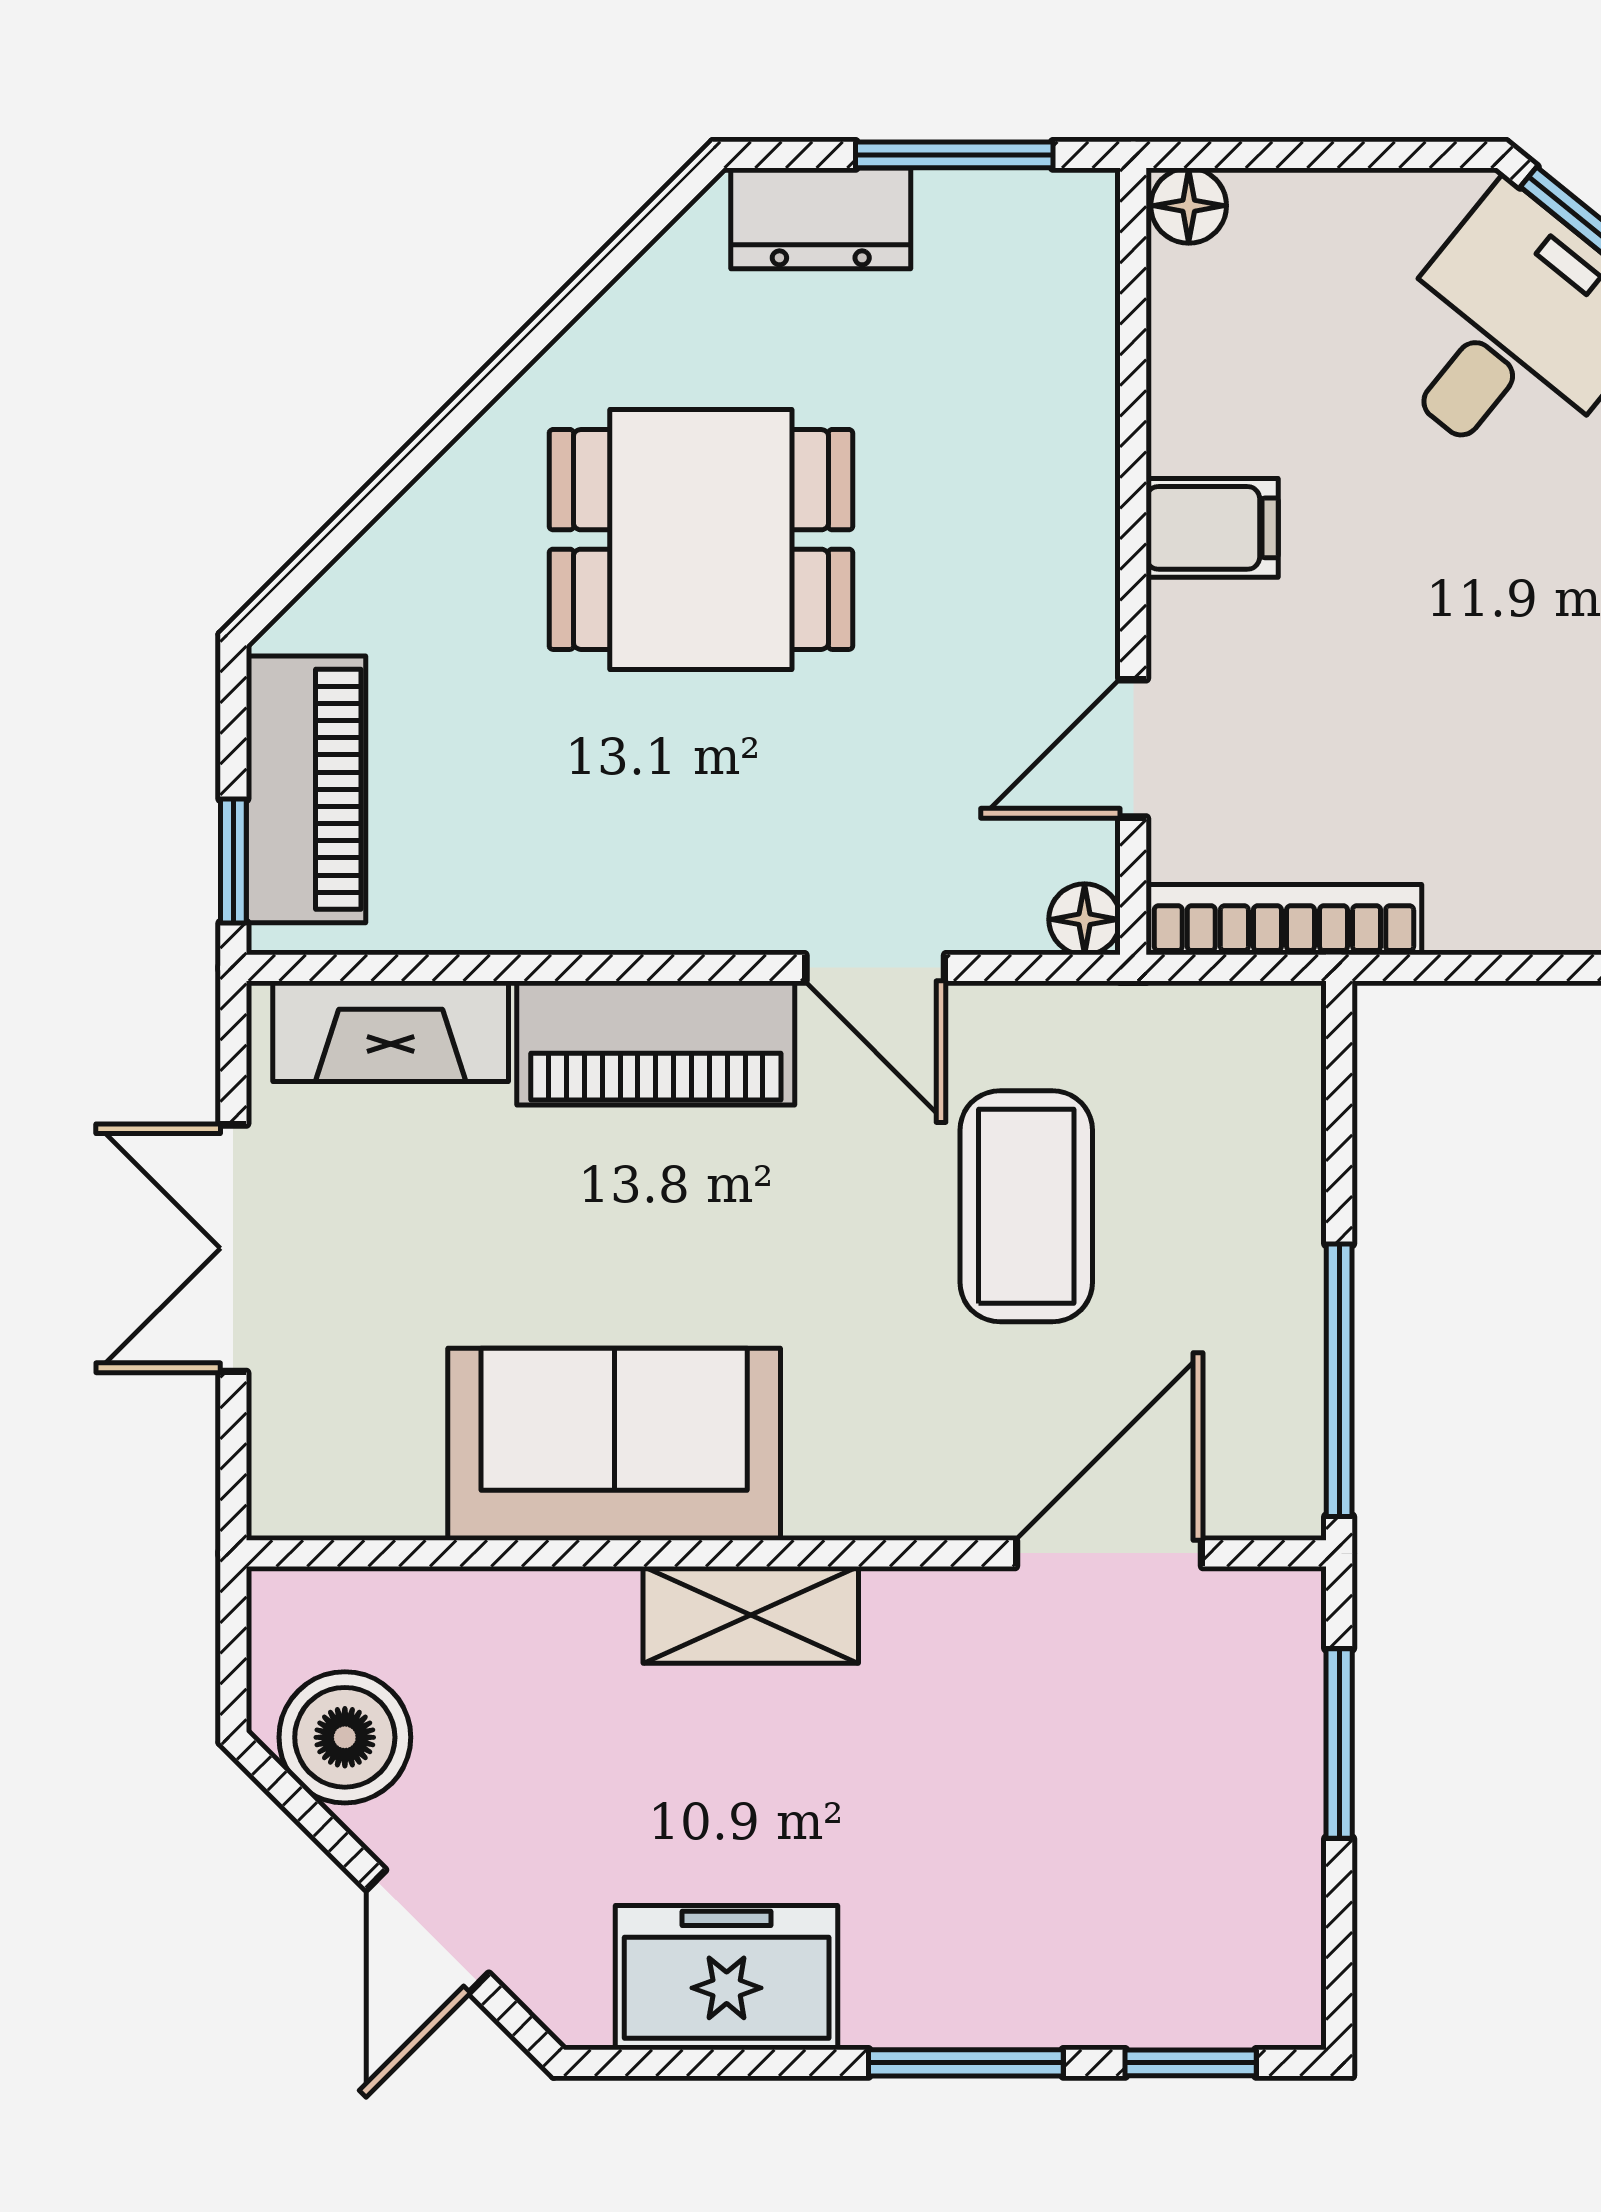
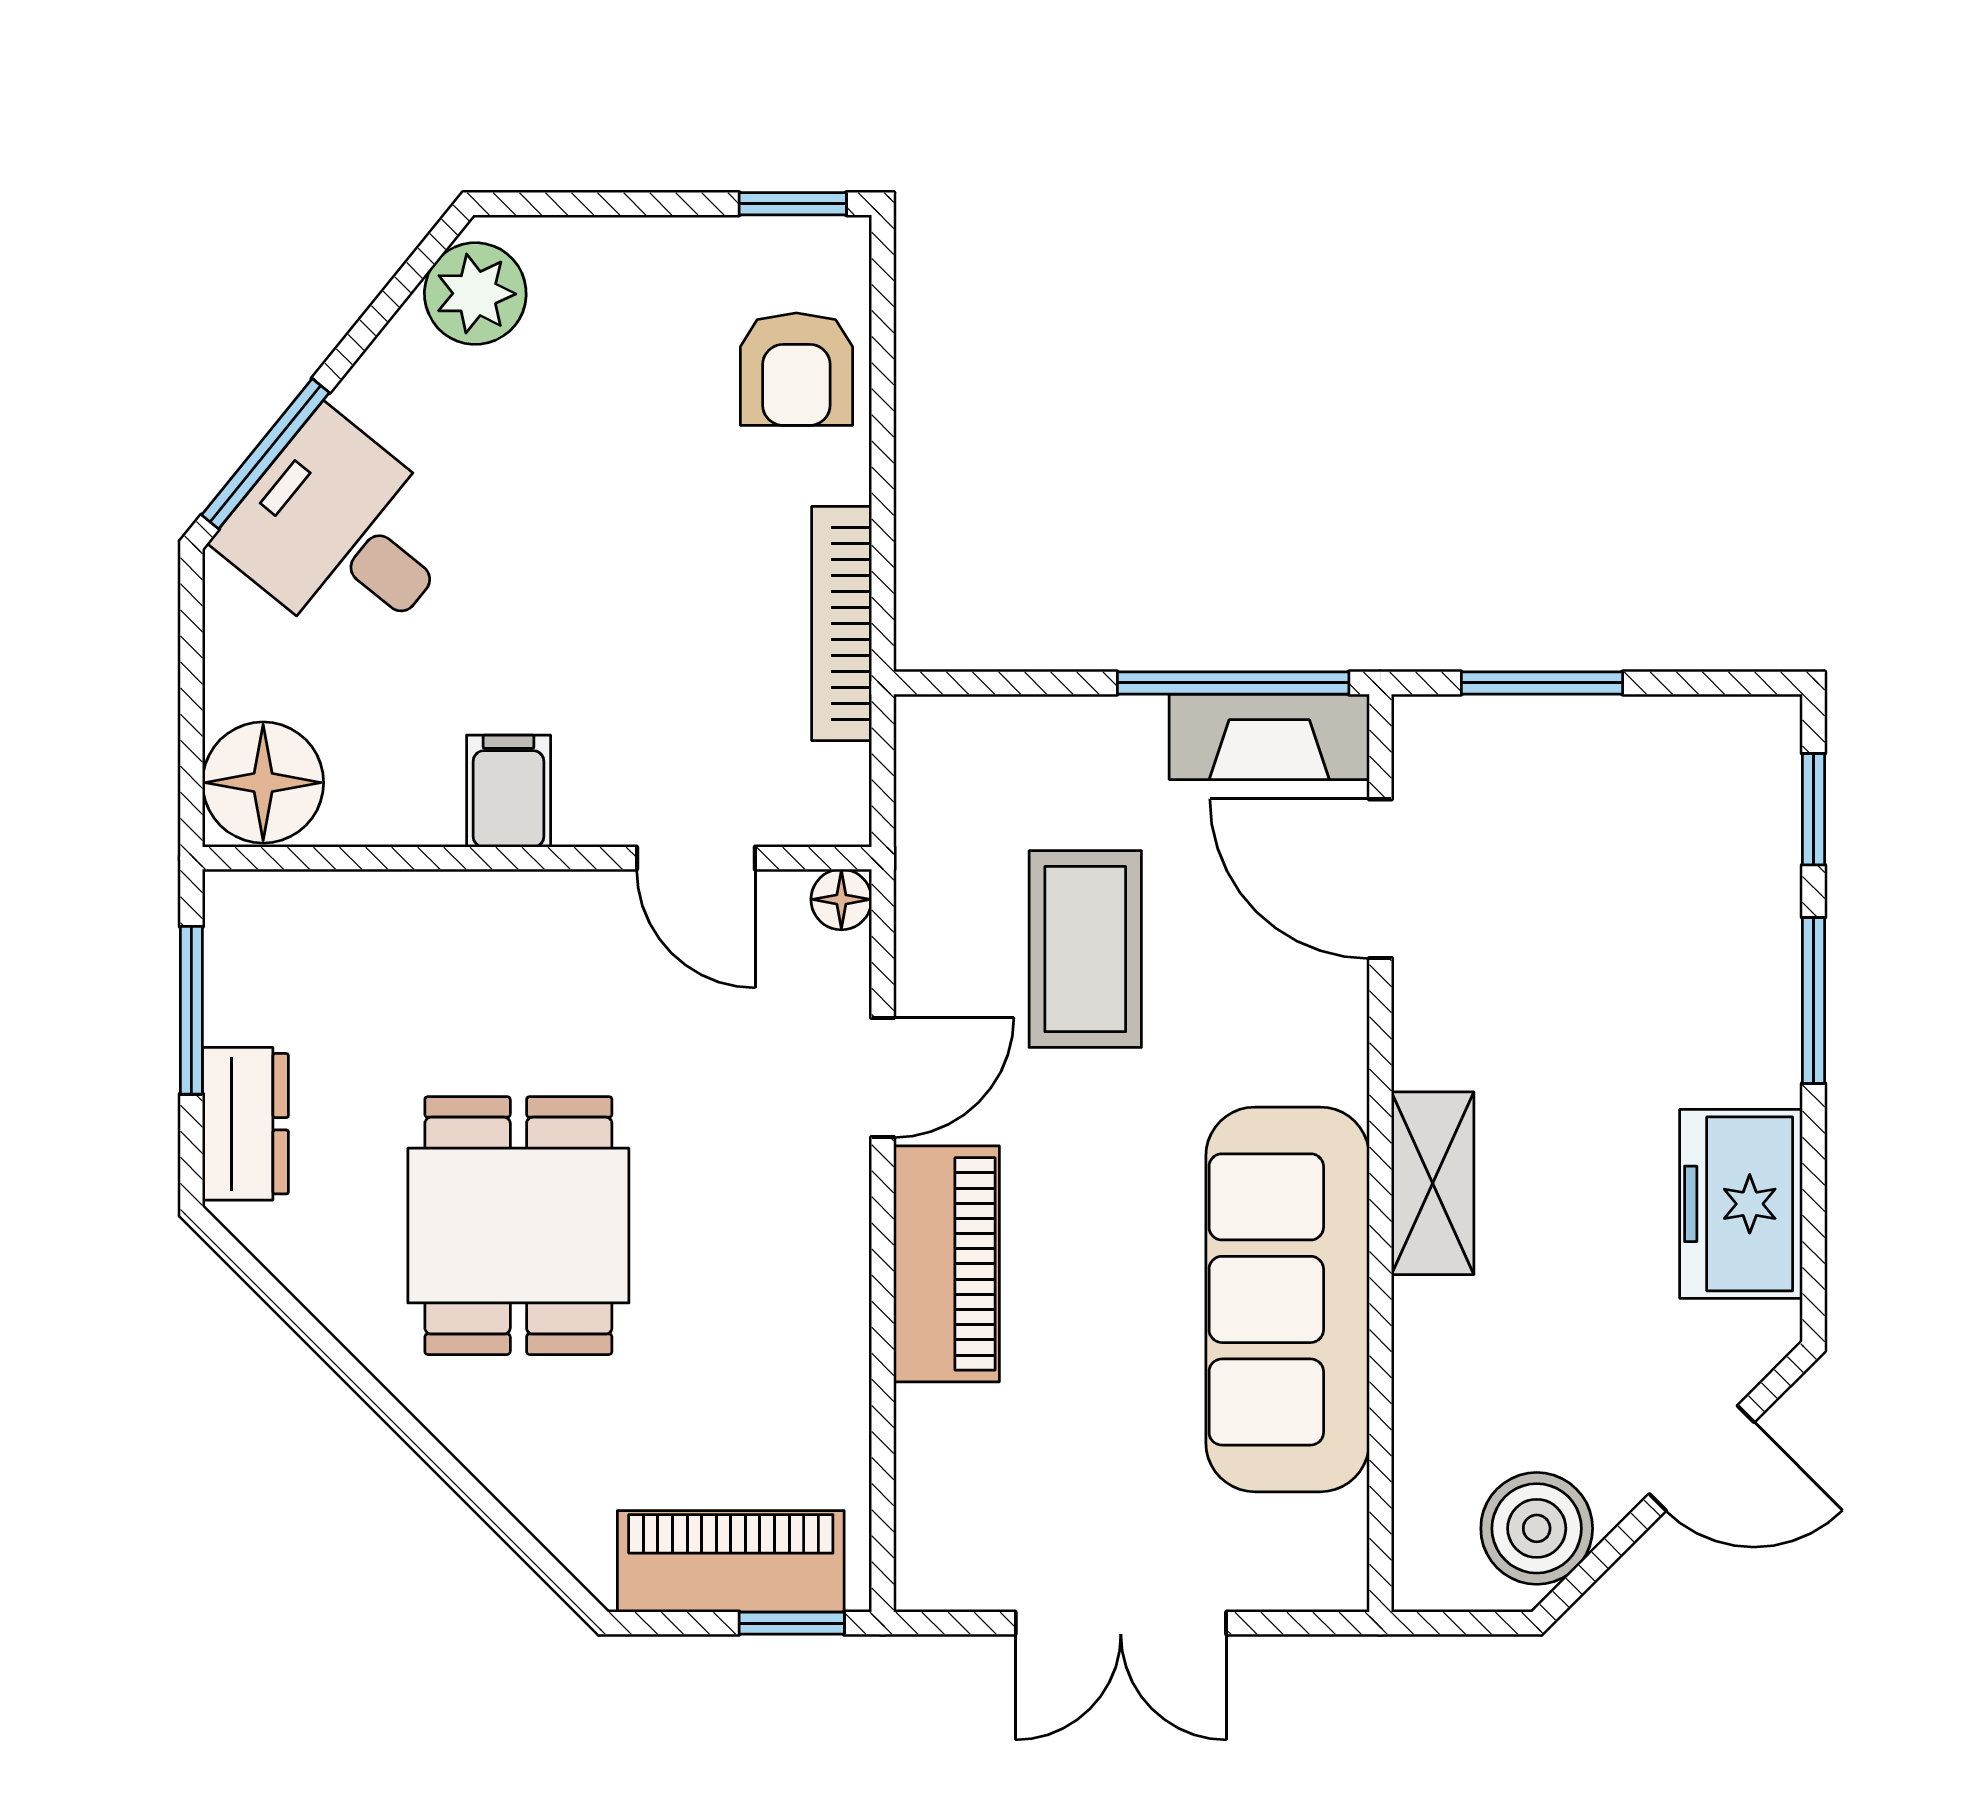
floor lamp: (1189, 206) -> (263, 783), width x1.89, depth x1.89
bookcase: (1284, 920) -> (842, 624), moved
fireplace: (391, 1031) -> (1269, 737), moved, turned 90
coffee table: (1026, 1206) -> (1085, 949), turned 90
sofa: (614, 1444) -> (1288, 1299), width x1.36

